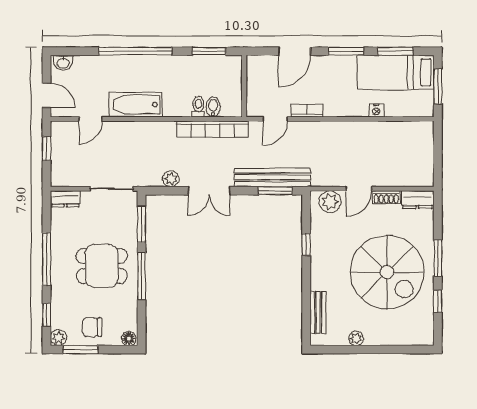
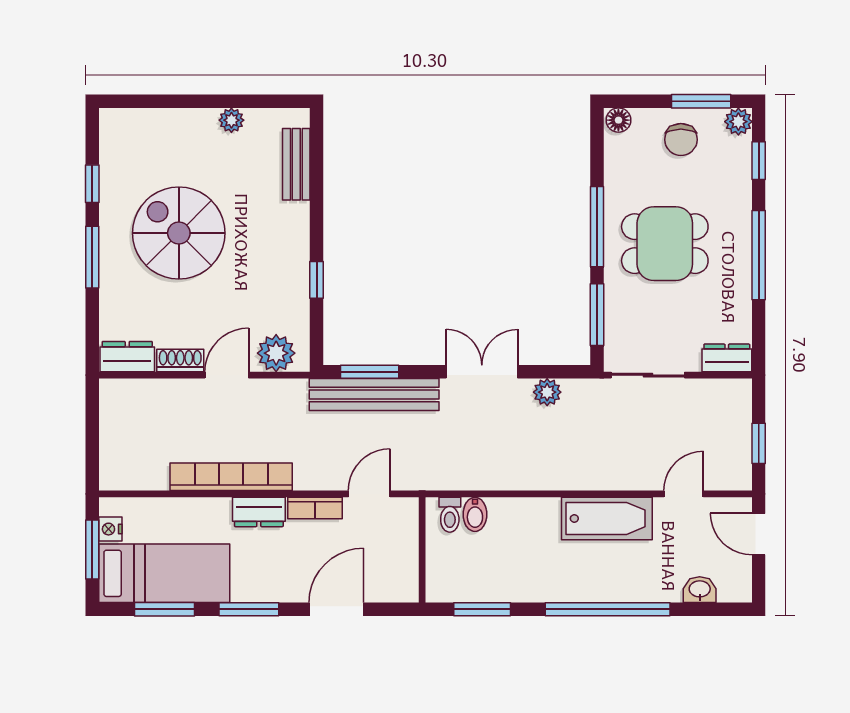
washbasin: (63, 63) -> (700, 590), moved
toilet: (198, 107) -> (450, 515), moved
dresser: (340, 108) -> (259, 512), added
nightstand: (376, 110) -> (110, 529), moved, turned -90
bookcase: (212, 129) -> (231, 477), moved
spiral stairs: (387, 272) -> (179, 233), width x0.73, depth x0.73
chair: (92, 327) -> (681, 140), turned 90

